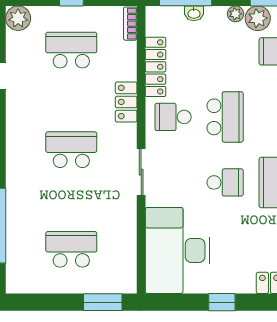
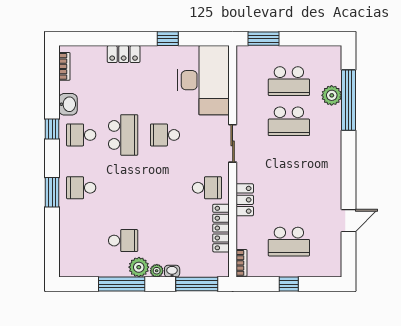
washbasin: (194, 13) -> (172, 271), moved
plant: (18, 18) -> (332, 95), moved
school desk: (225, 117) -> (165, 188), removed
school desk: (71, 150) -> (289, 121), moved

